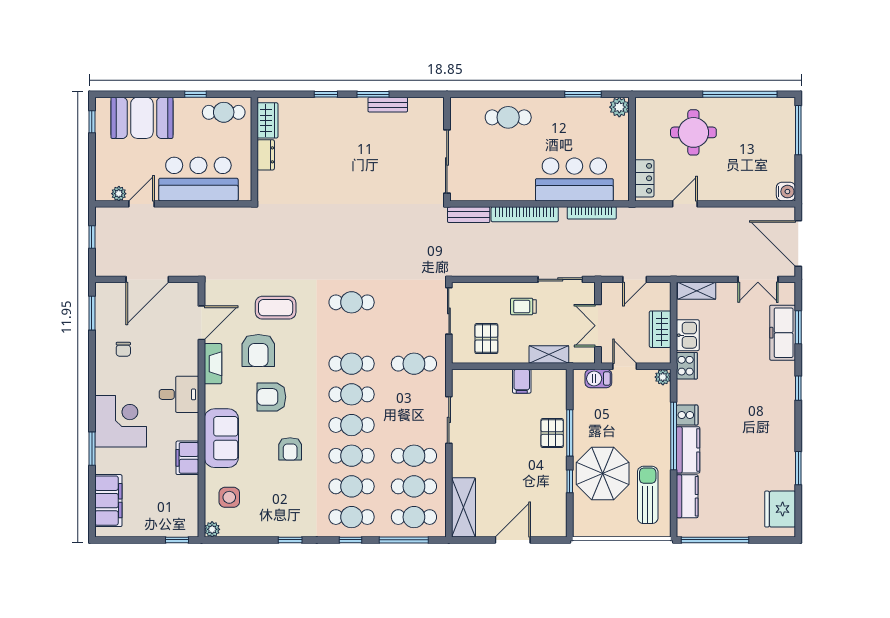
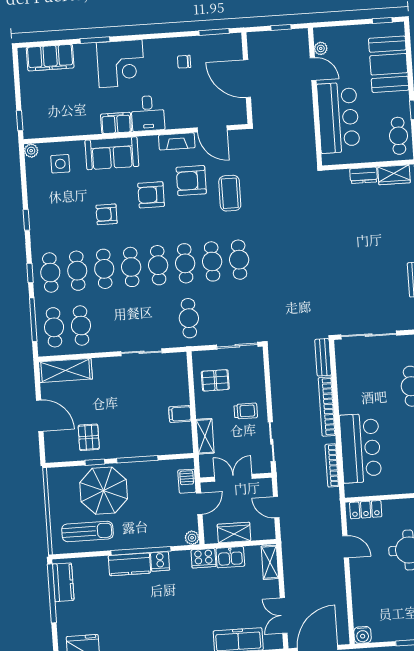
trolley: (523, 307) -> (246, 411), turned 90
armchair: (271, 397) -> (151, 195), turned -90
pallet: (552, 433) -> (89, 437), moved, turned 90
cafe table: (414, 456) -> (212, 261), moved
filing cabinet: (187, 458) -> (116, 123), moved
kitchen counter: (687, 496) -> (63, 582), moved, turned -90

